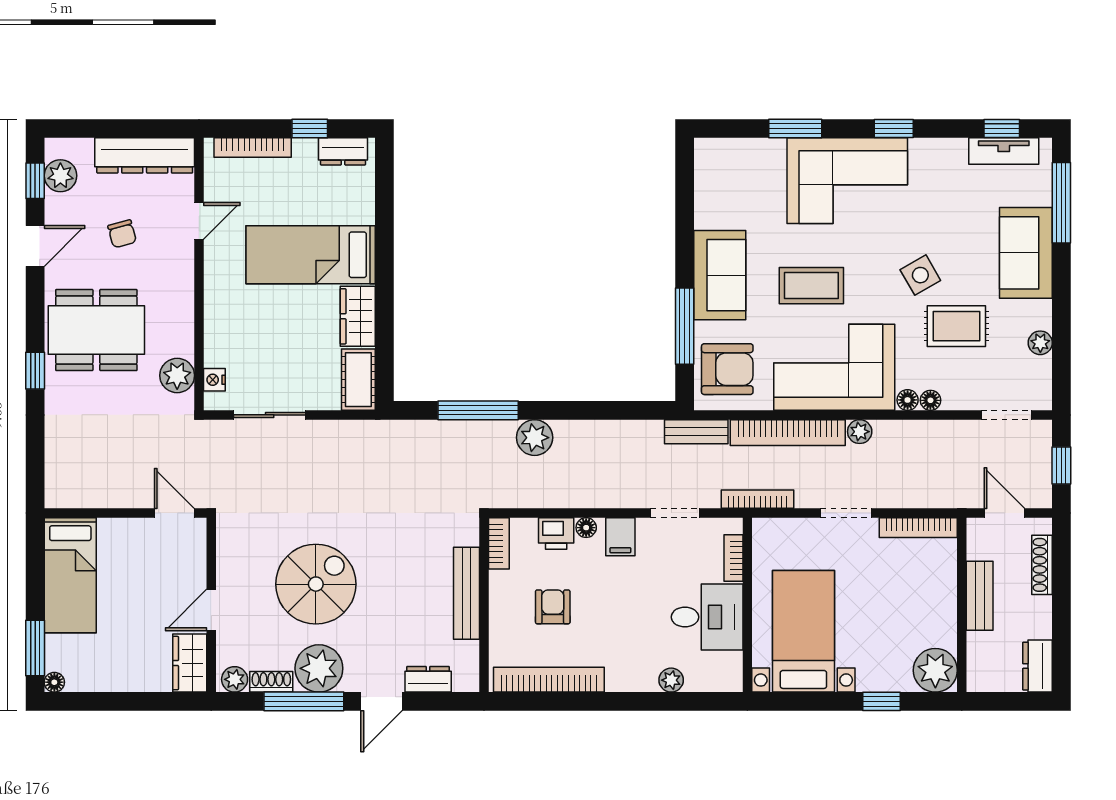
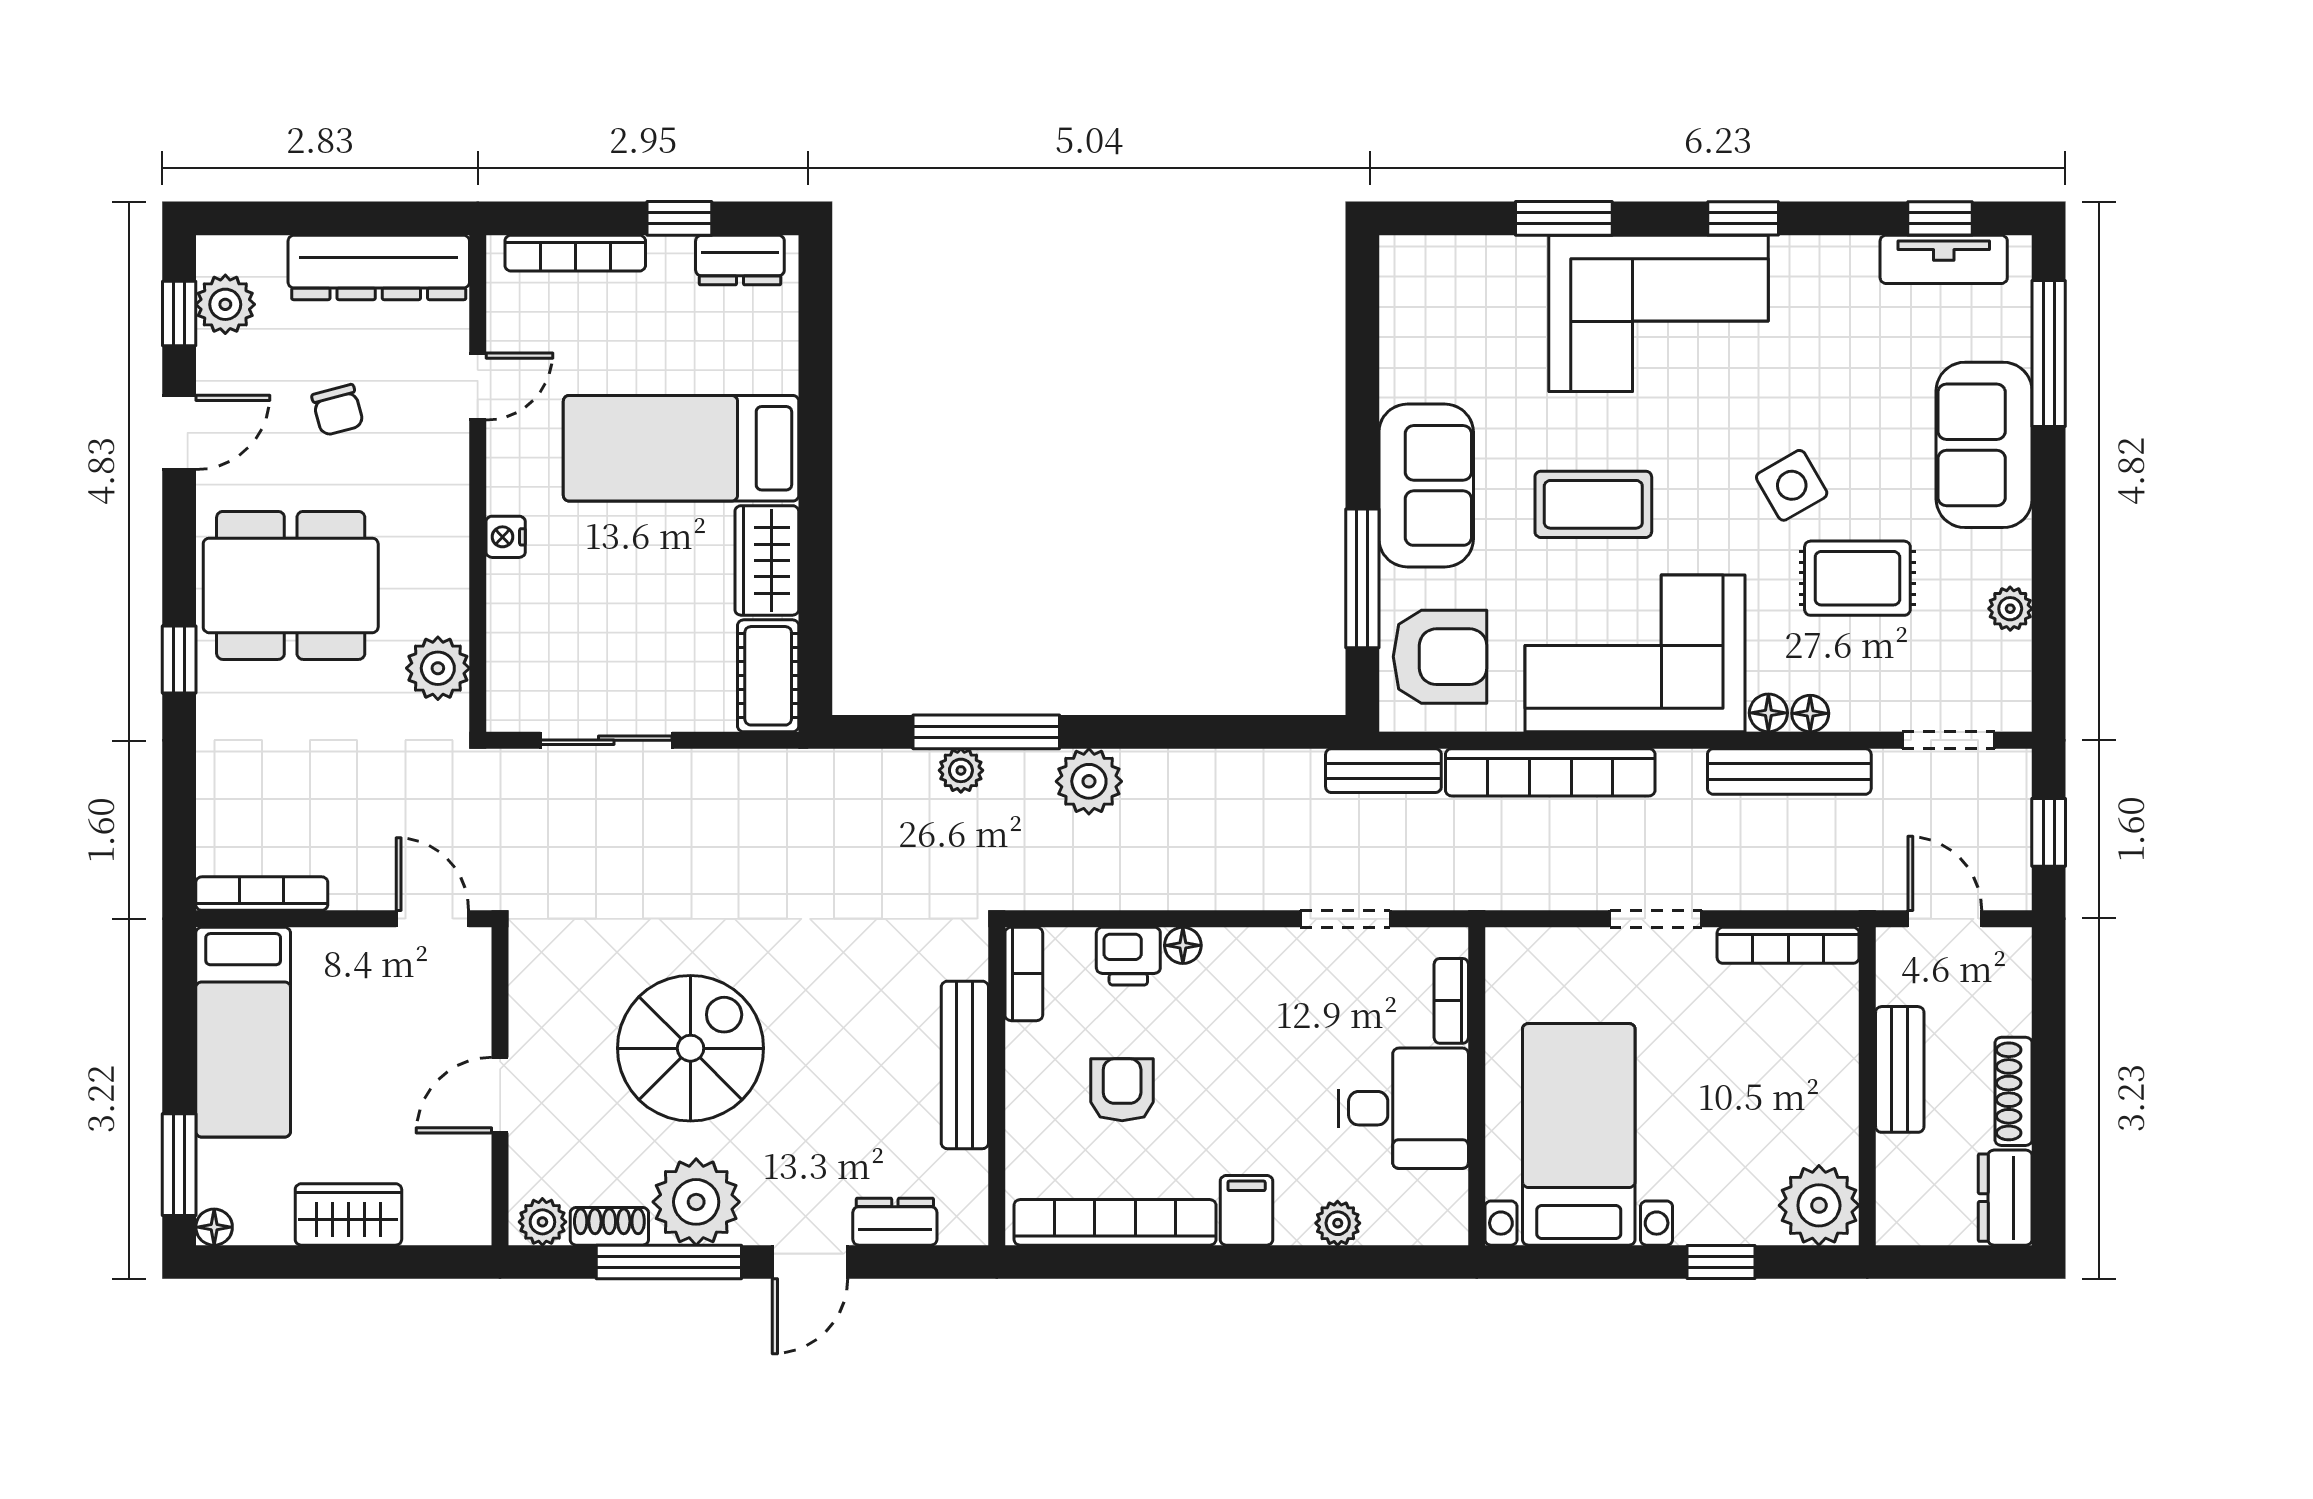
nightstand: (214, 380) -> (506, 537), moved
plant: (860, 432) -> (961, 770), moved
bench: (919, 432) -> (1789, 771), added
bookcase: (758, 499) -> (262, 894), moved
filing cabinet: (620, 537) -> (1247, 1210), moved, turned 180
shoe rack: (1042, 565) -> (2014, 1091), moved
wardrobe: (190, 663) -> (348, 1214), moved, turned 90

